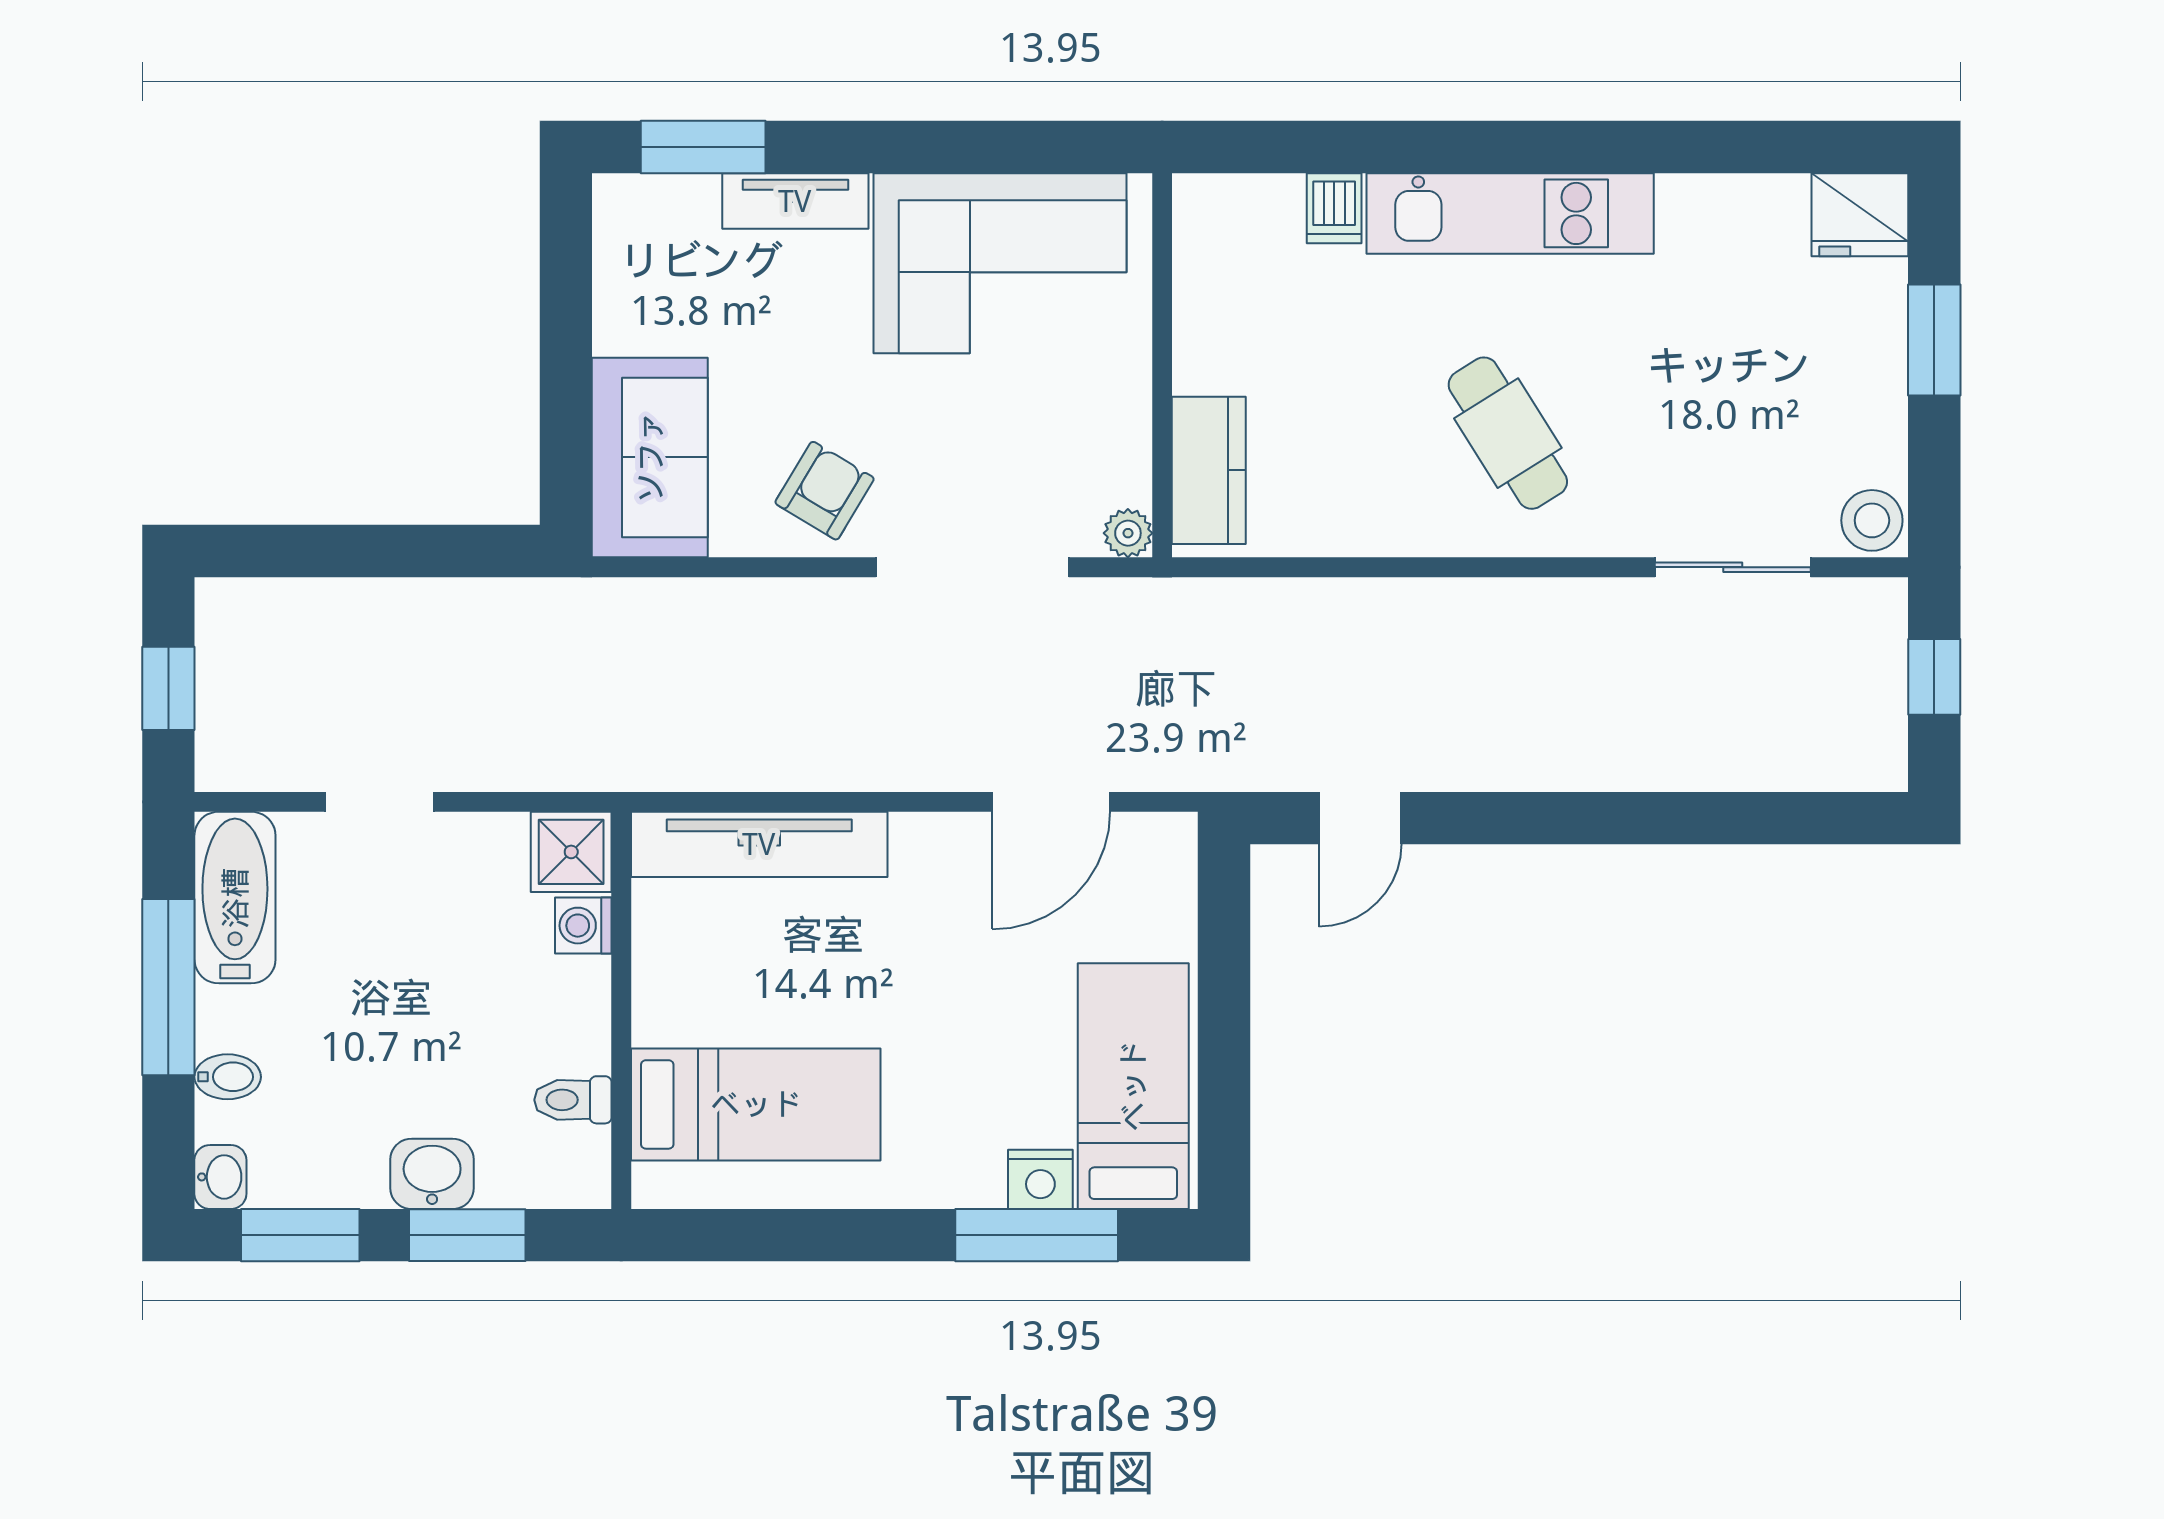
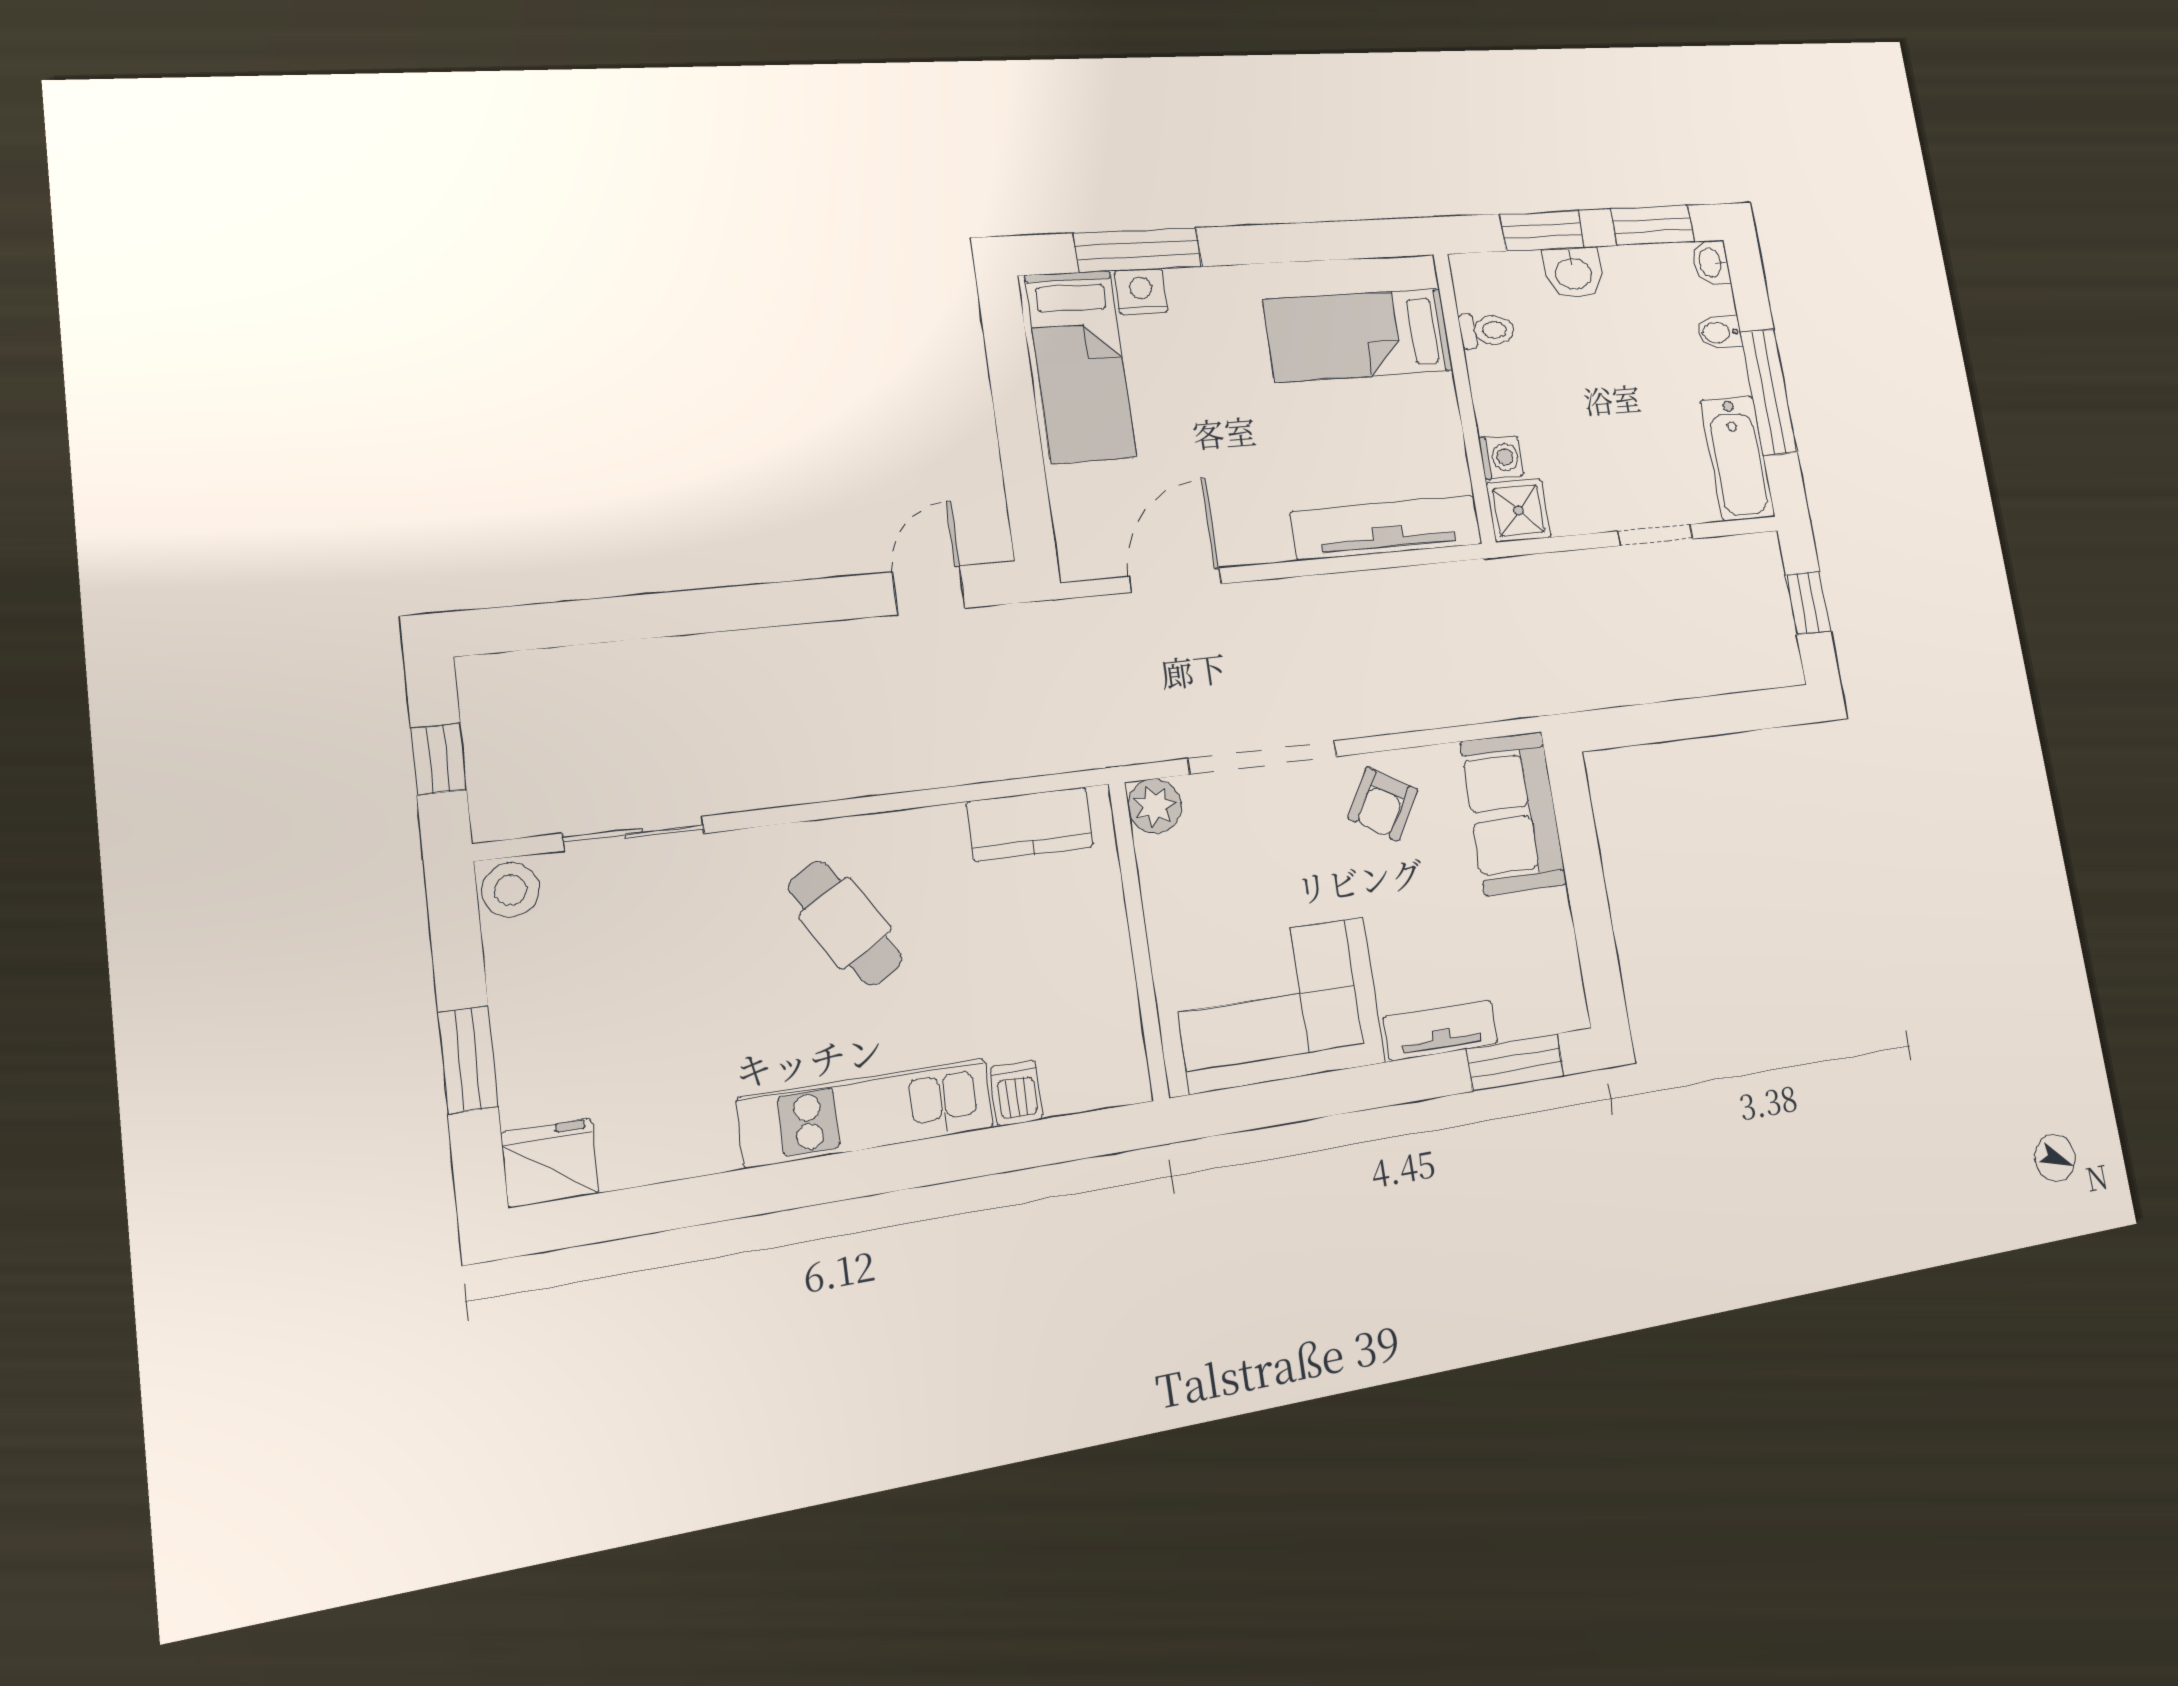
kitchen counter: (1209, 470) -> (1030, 824), moved, turned -90
plant: (1128, 533) -> (1155, 806), width x1.38, depth x1.38

